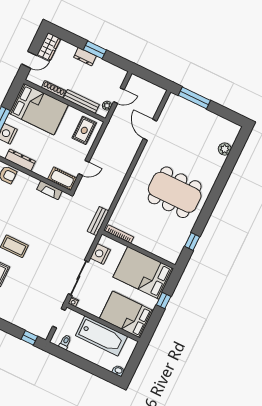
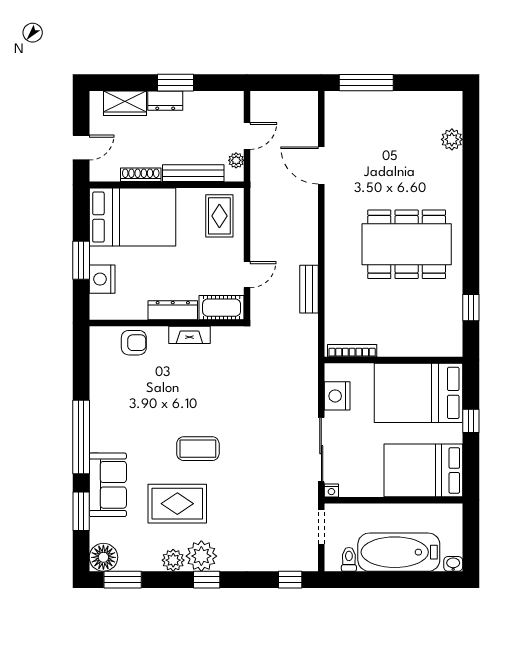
wardrobe: (49, 47) -> (125, 103), moved, turned 90
dresser: (20, 160) -> (173, 310), moved
fireplace: (49, 190) -> (189, 335), moved
bench: (98, 221) -> (309, 289), moved
bathtub: (101, 336) -> (399, 552), moved, turned 180

